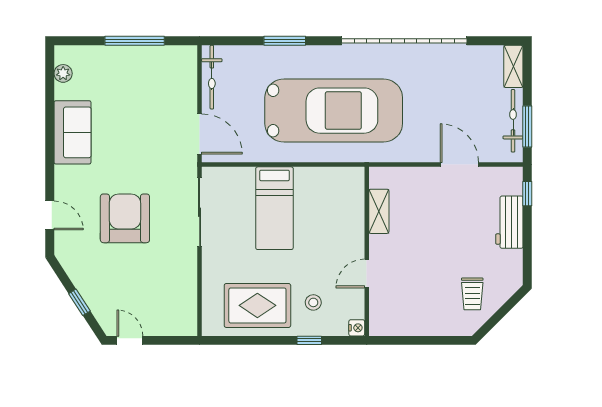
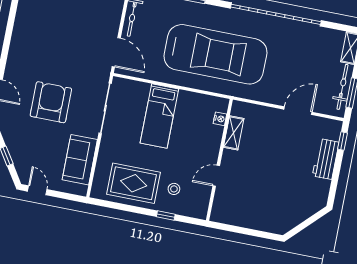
sofa: (72, 132) -> (80, 160), moved, turned 180
door: (459, 165) -> (298, 111), hinge flipped
trolley: (472, 294) -> (289, 205), removed
nightstand: (357, 328) -> (220, 119), moved

